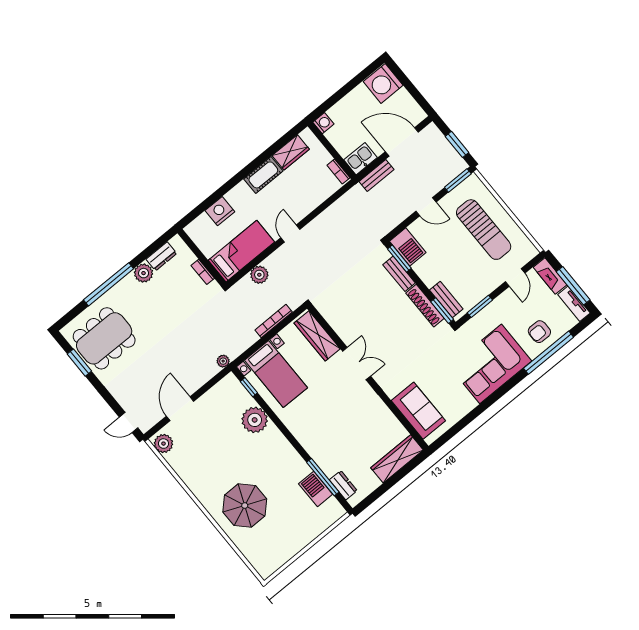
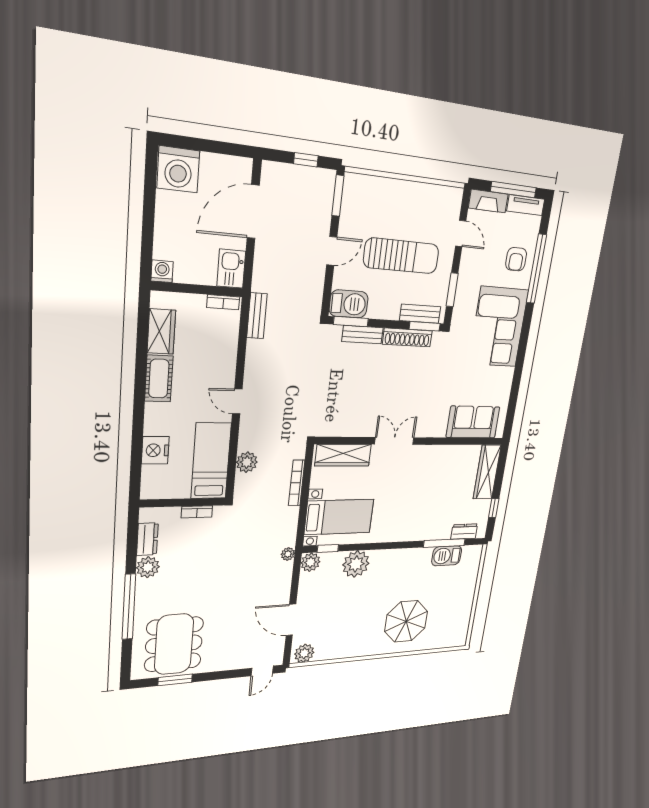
window: (457, 144) -> (306, 160), width x0.67
bench: (377, 175) -> (257, 316), moved
sun lounger: (484, 230) -> (401, 256), moved
plant: (230, 384) -> (310, 562), added
window: (378, 492) -> (494, 508), added

